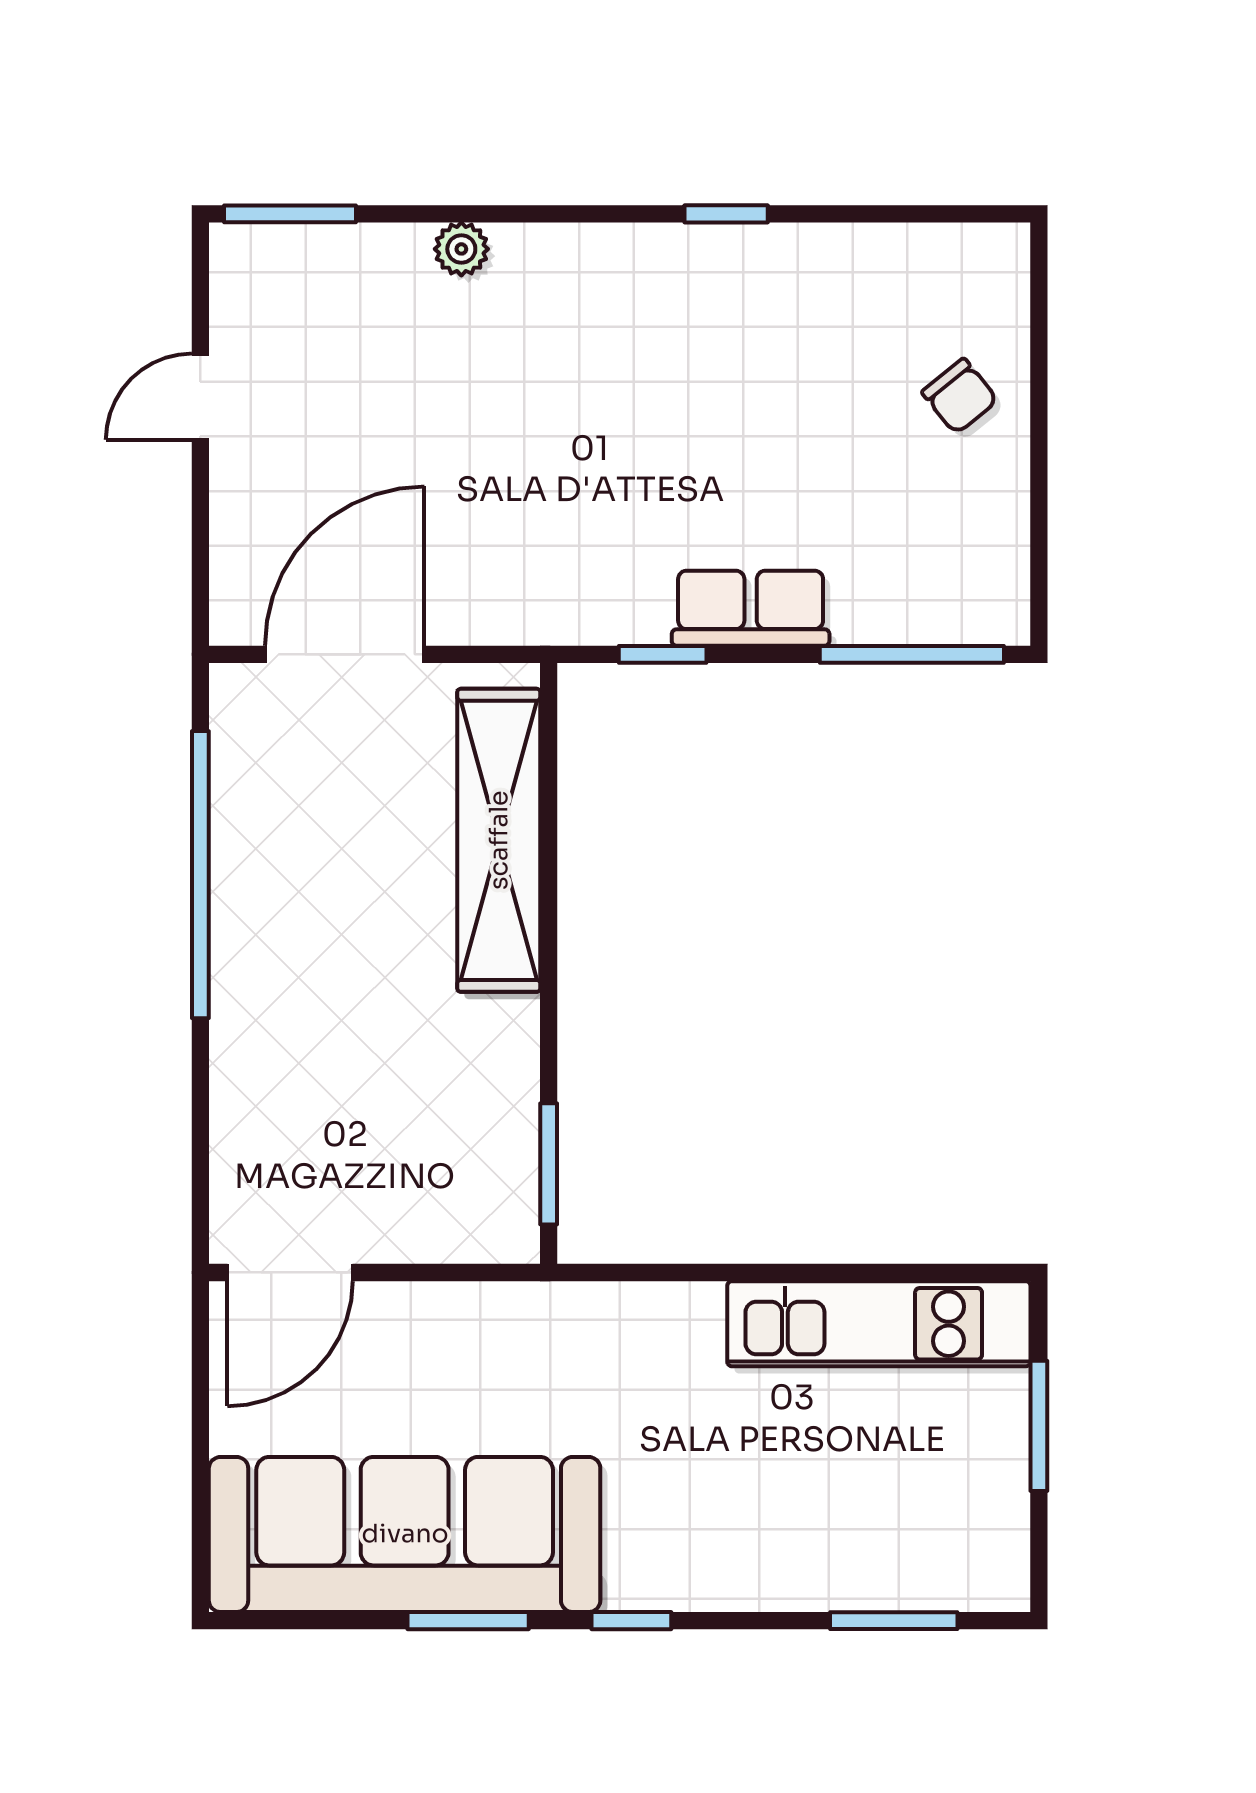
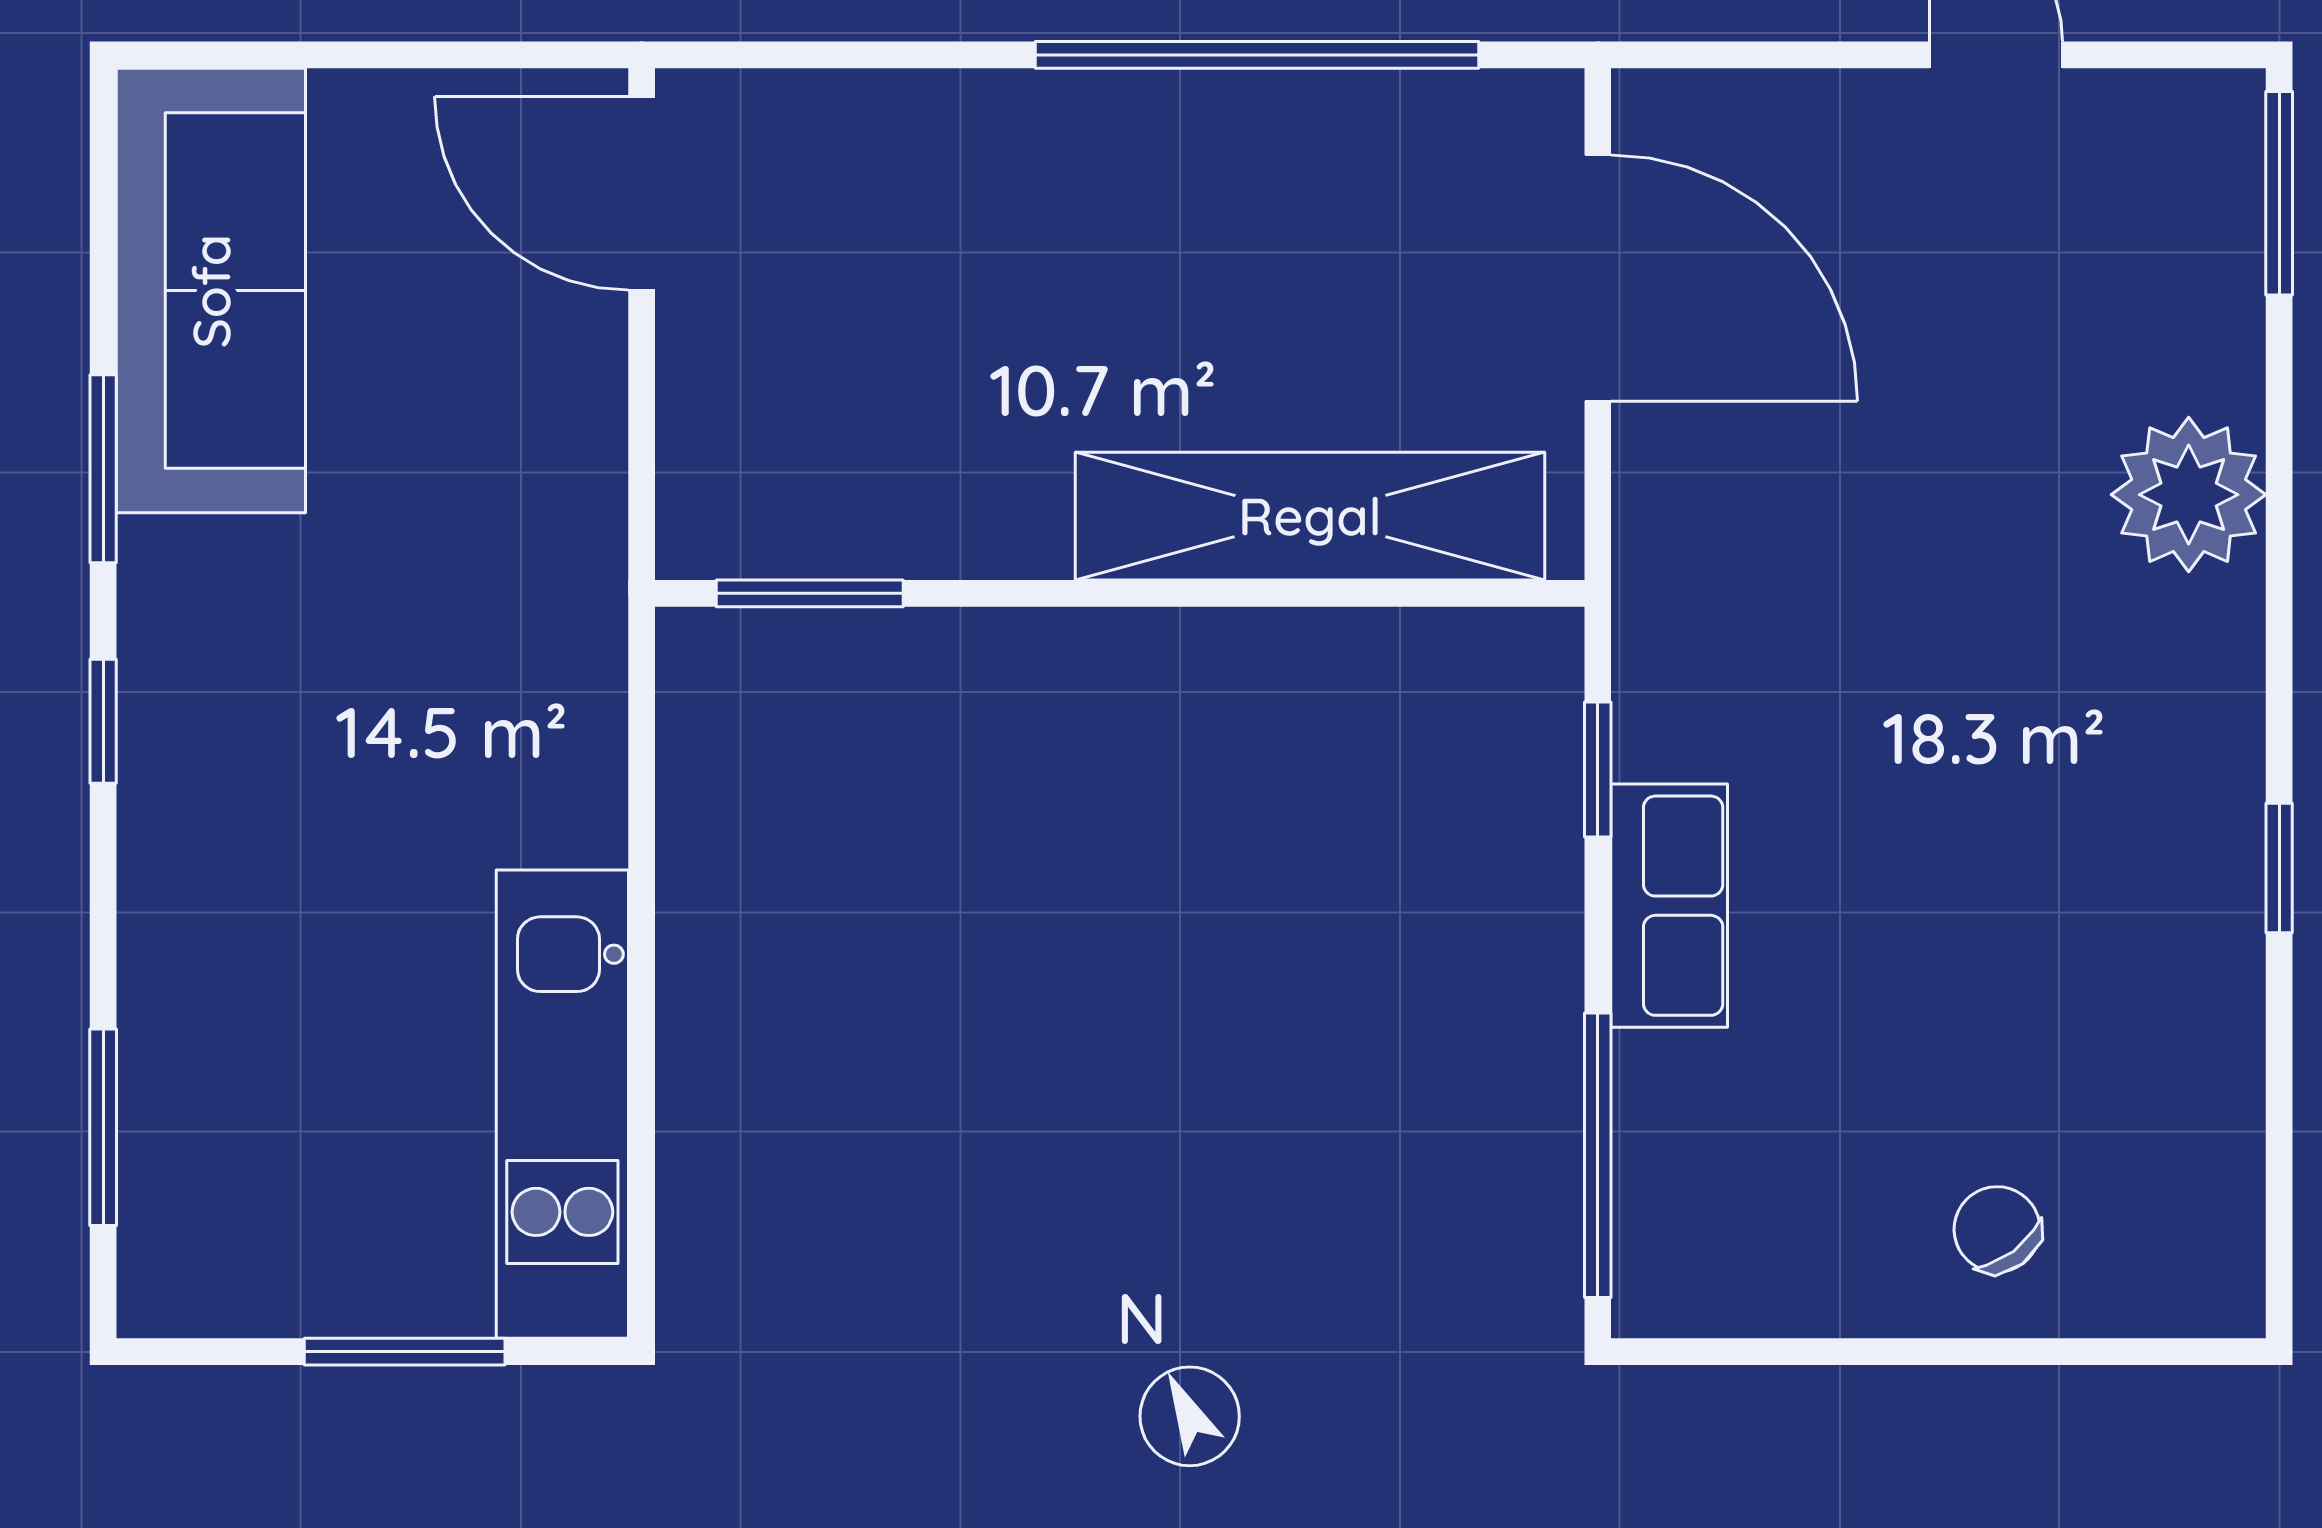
plant: (461, 249) -> (2189, 495), width x1.87, depth x1.87
chair: (960, 396) -> (1997, 1229), turned 92
sofa: (405, 1534) -> (211, 291), width x0.74, depth x0.79

